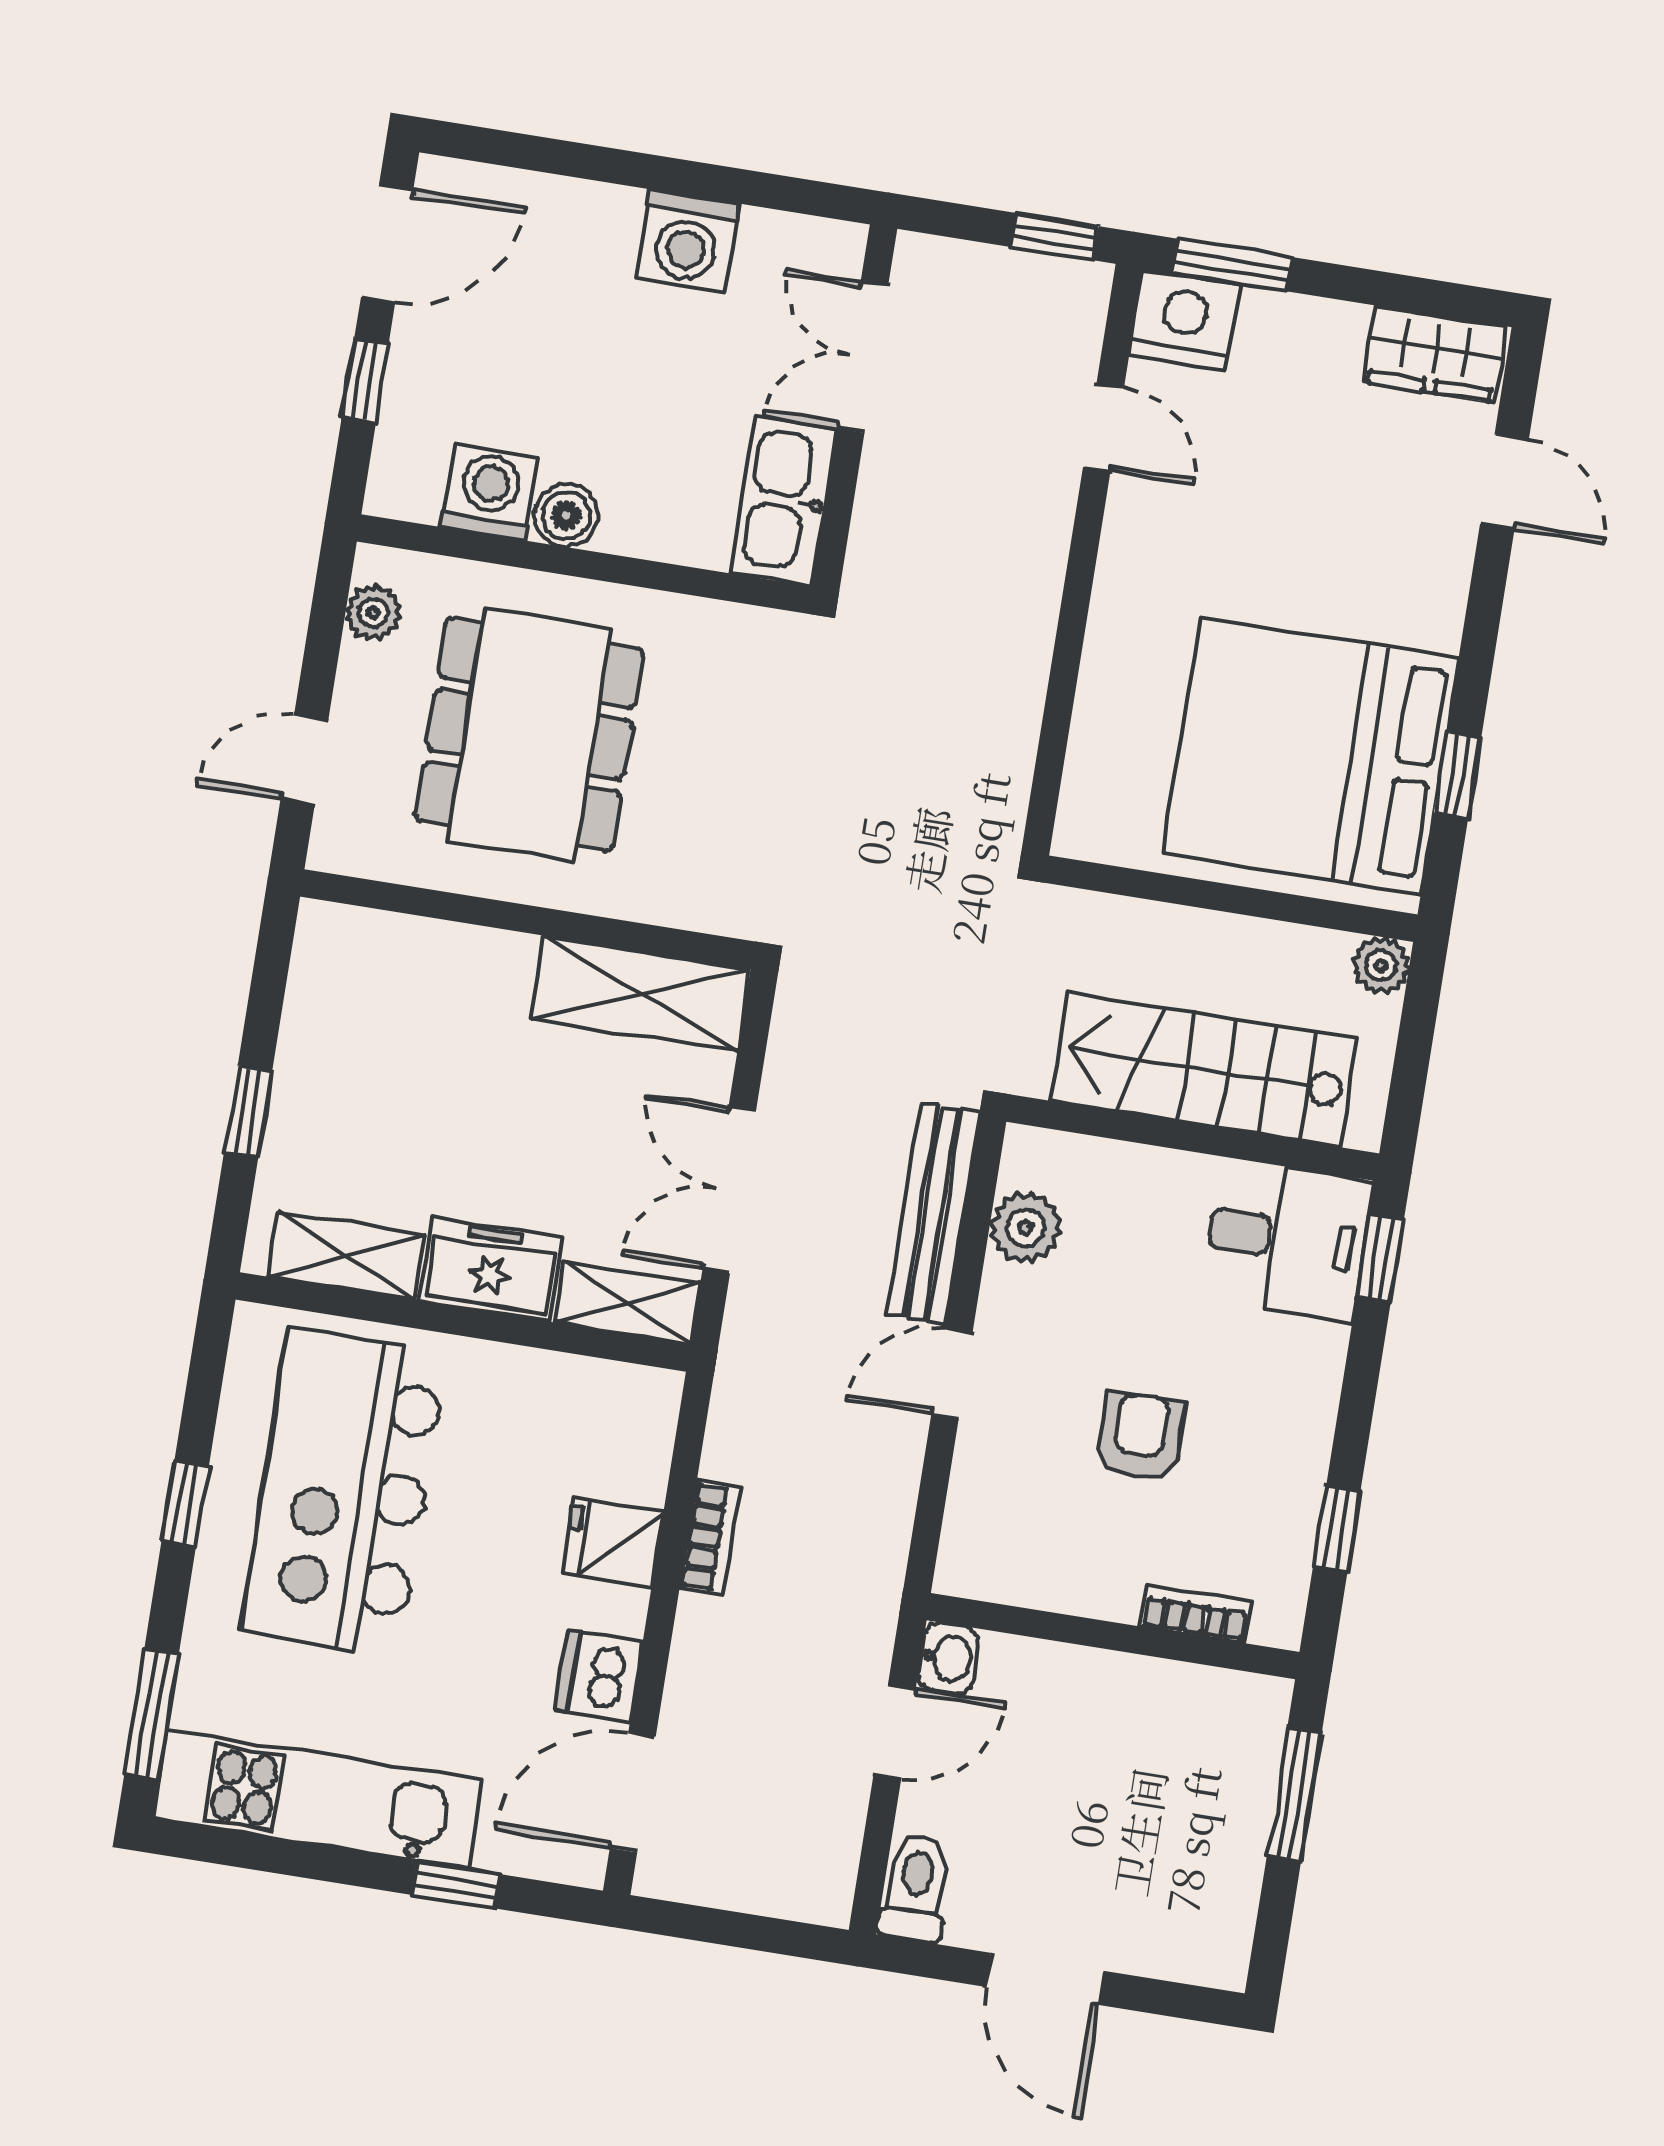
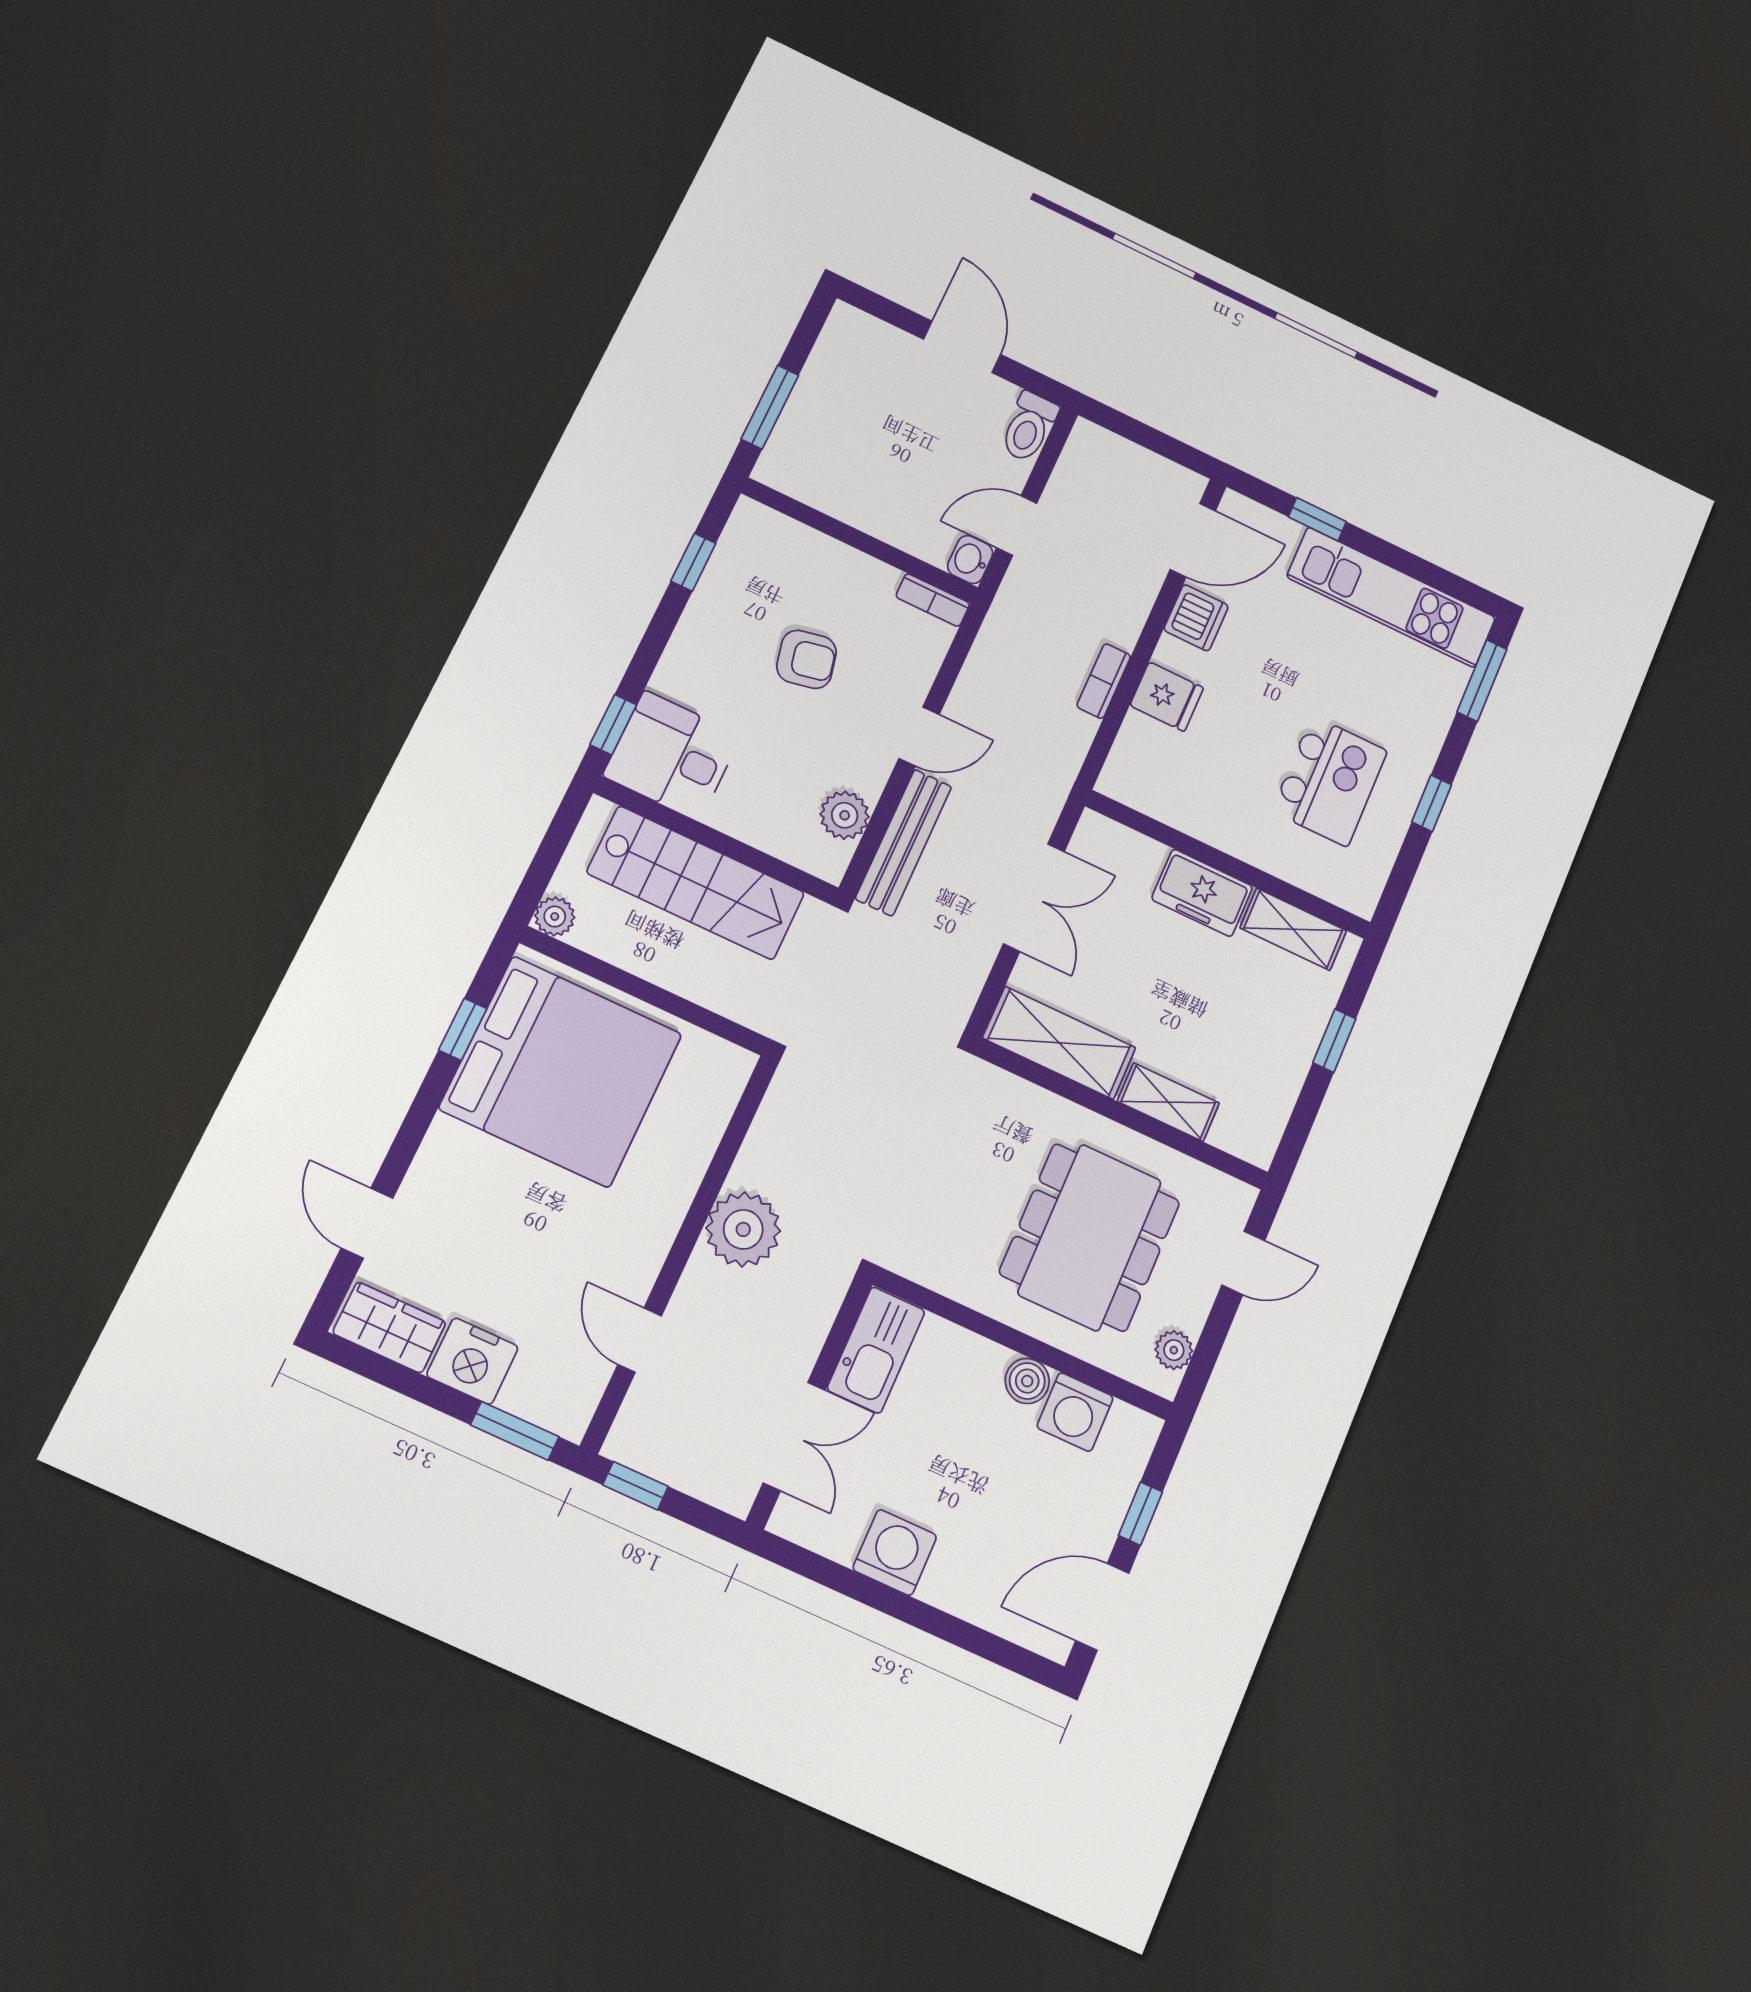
nightstand: (1184, 319) -> (472, 1361), moved
plant: (1007, 612) -> (743, 1229), added
shelving: (627, 1303) -> (1168, 1102), moved
armchair: (1140, 1437) -> (807, 659), turned -102
kitchen island: (344, 1491) -> (1330, 781), width x0.54, depth x0.78
bookcase: (1196, 1614) -> (933, 600), moved

